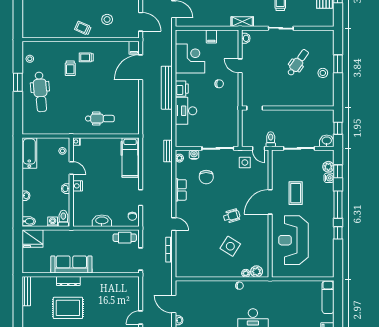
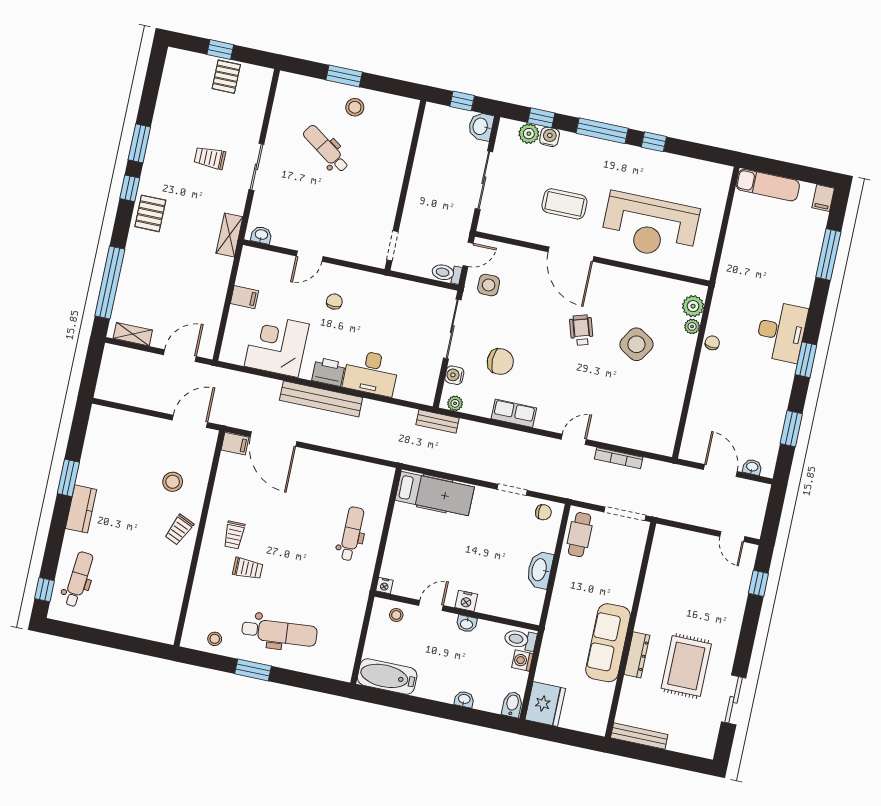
toilet: (271, 139) -> (447, 273), moved
door: (174, 304) -> (720, 471), swing flipped

